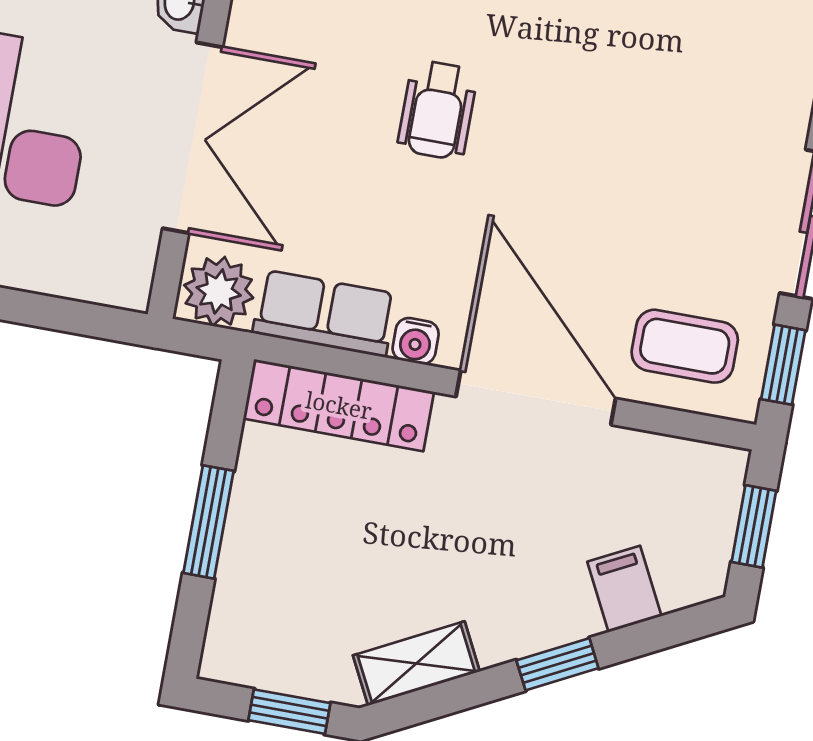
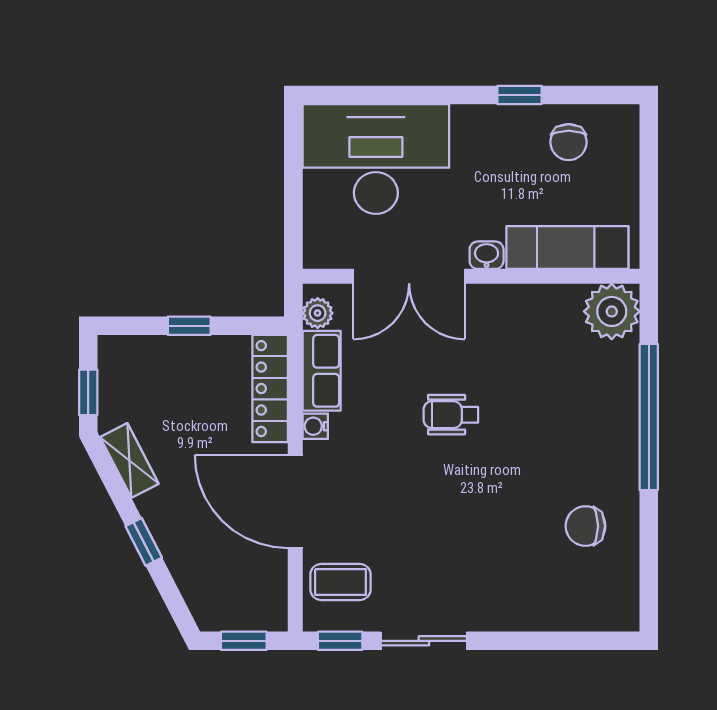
plant: (219, 291) -> (318, 313), width x0.73, depth x0.73
coffee table: (685, 346) -> (340, 582), turned 90
door: (536, 398) -> (295, 501), swing flipped
window: (209, 522) -> (189, 326), width x0.67
filing cabinet: (624, 589) -> (194, 573), removed

